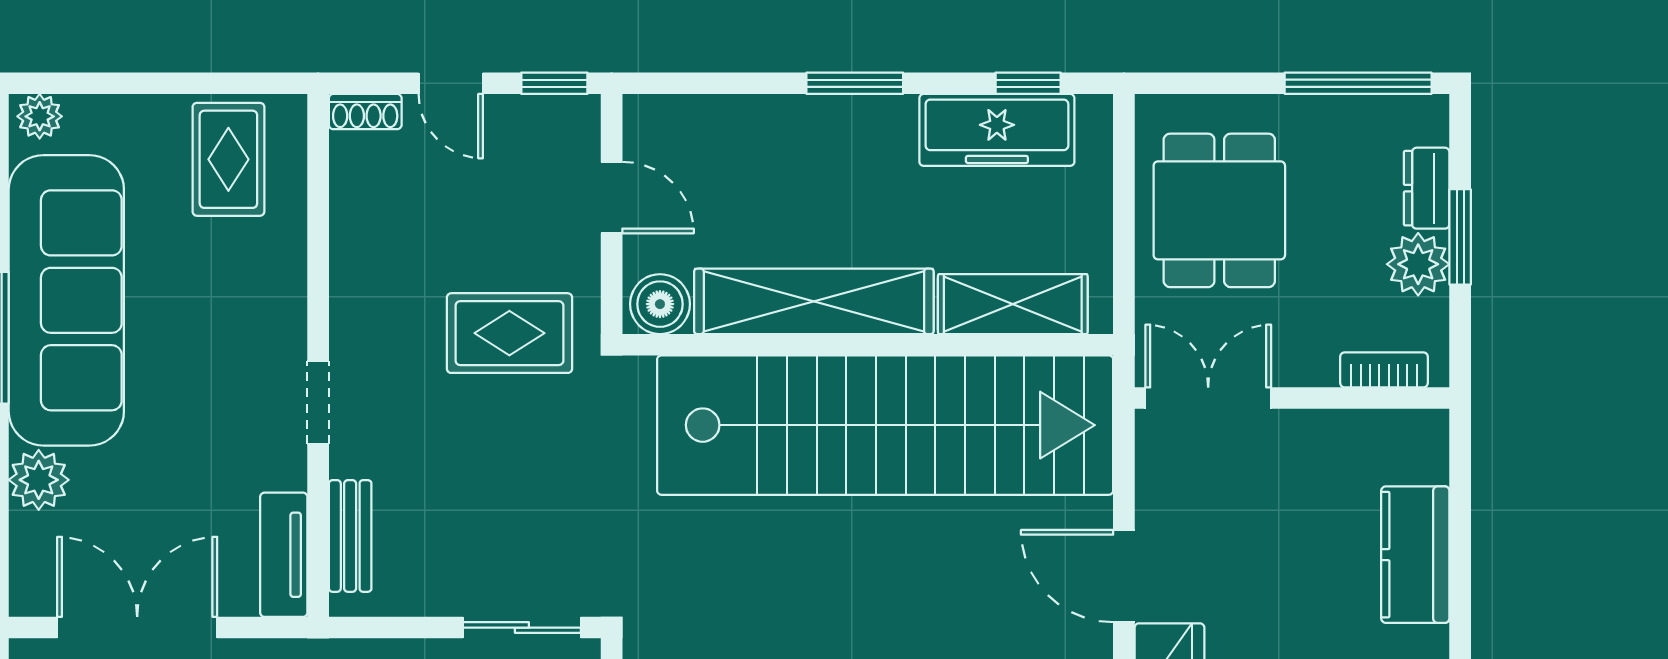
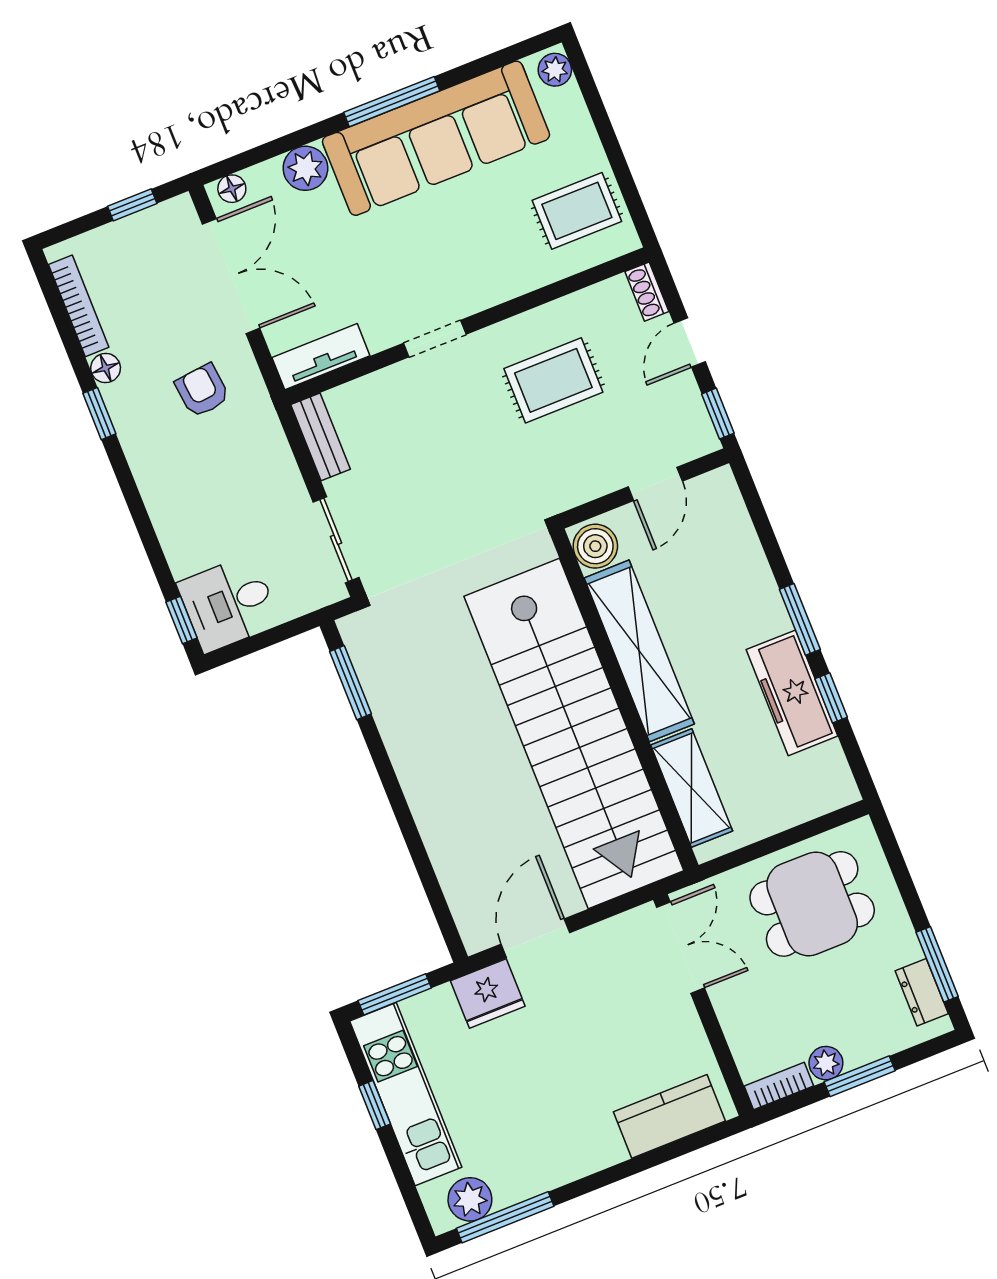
window: (1028, 83) -> (831, 698), moved
window: (1358, 83) -> (937, 964), width x0.69
freezer: (997, 130) -> (792, 693), moved
dresser: (1427, 188) -> (922, 992), moved, turned -90
plant: (1418, 264) -> (826, 1063), width x0.73, depth x0.73
rug: (509, 333) -> (553, 380), moved, turned 90
bookcase: (1384, 370) -> (779, 1086), moved, turned -90
bench: (350, 536) -> (320, 437), moved, turned 90
kitchen counter: (1415, 555) -> (669, 1116), moved
floor lamp: (28, 583) -> (232, 189), added

